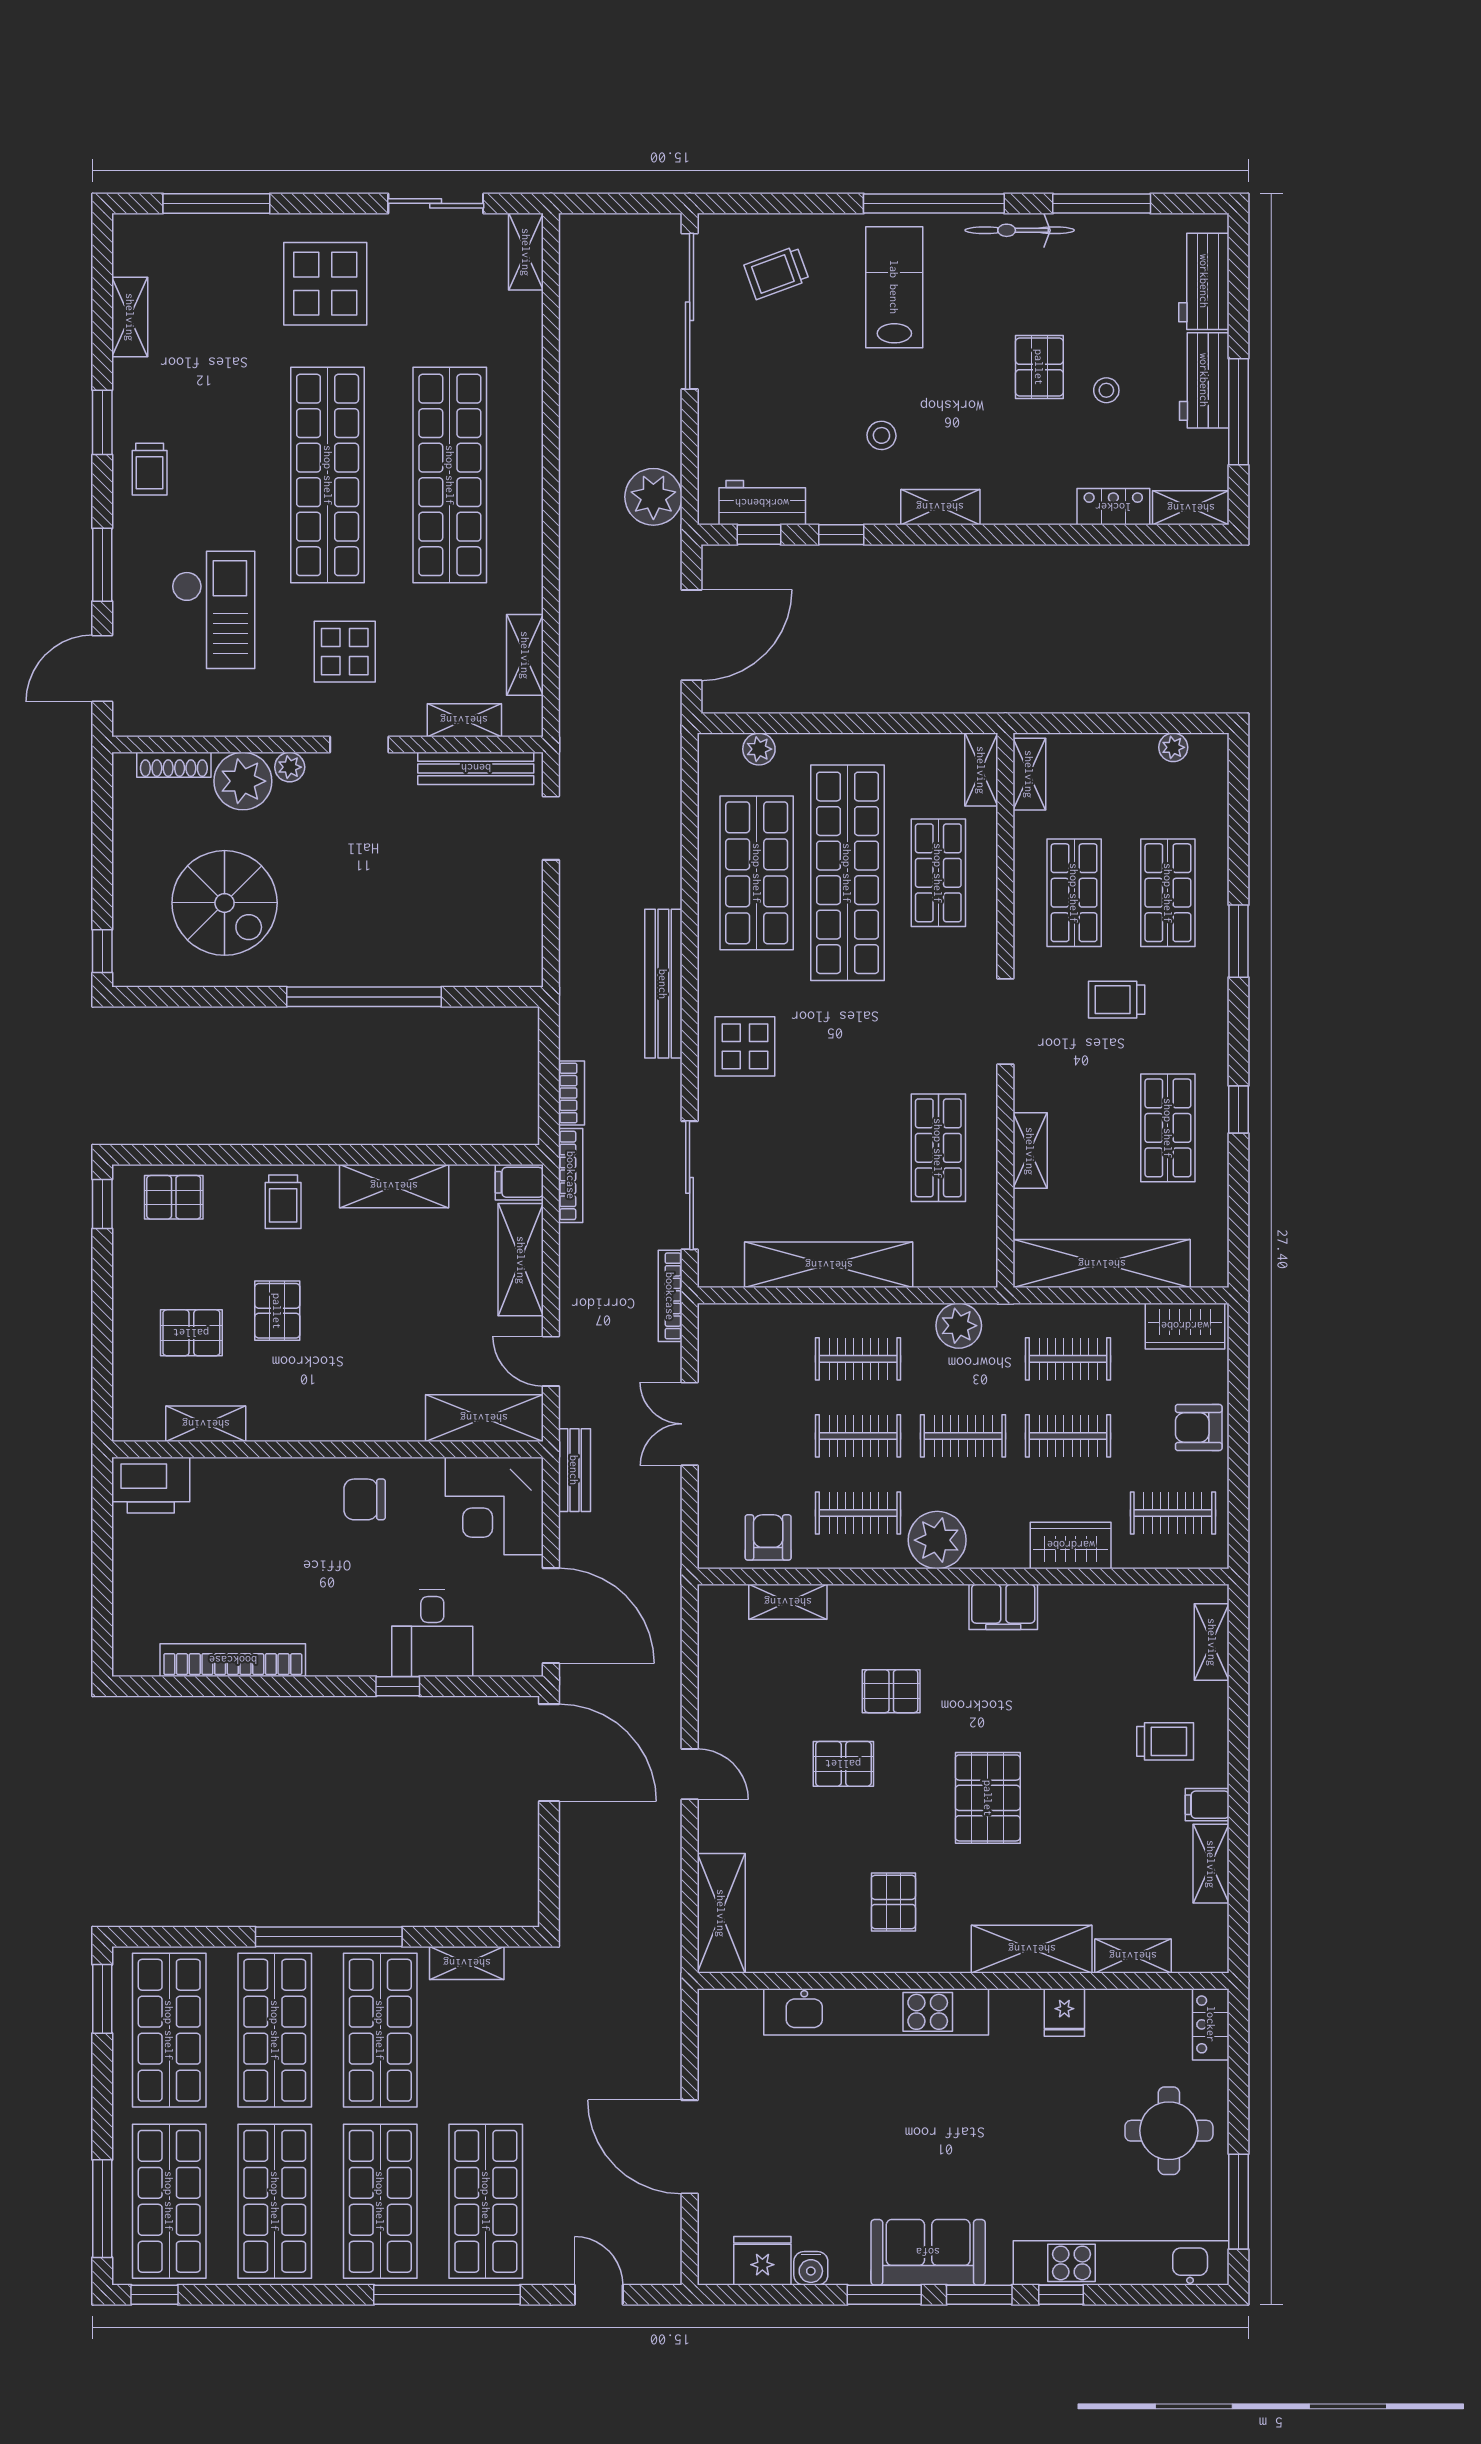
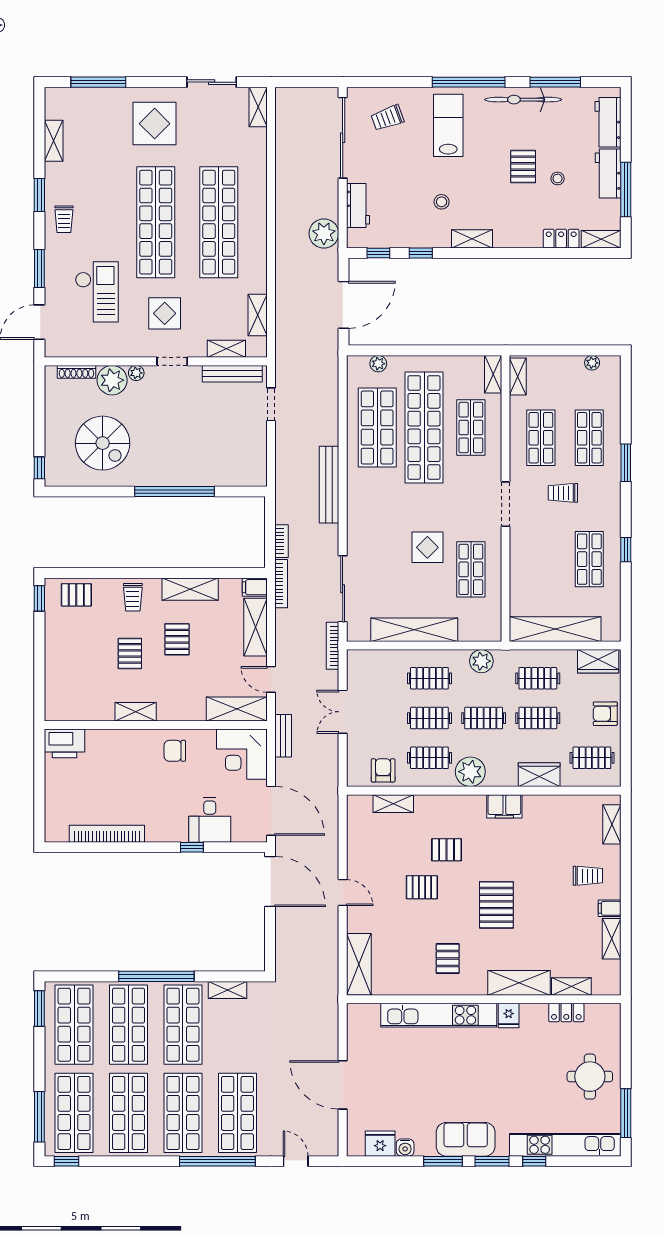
bicycle: (1020, 230) -> (523, 100), width x1.37, depth x1.40
workbench: (762, 503) -> (358, 205), moved, turned 90
display table: (745, 1046) -> (427, 547), moved
shelving: (1030, 1151) -> (518, 571), removed
pallet: (191, 1333) -> (177, 639), moved, turned 90
shelving: (206, 1424) -> (136, 712), moved
fridge: (1064, 2012) -> (509, 1016), moved
locker: (1211, 2024) -> (566, 1013), moved, turned -90

